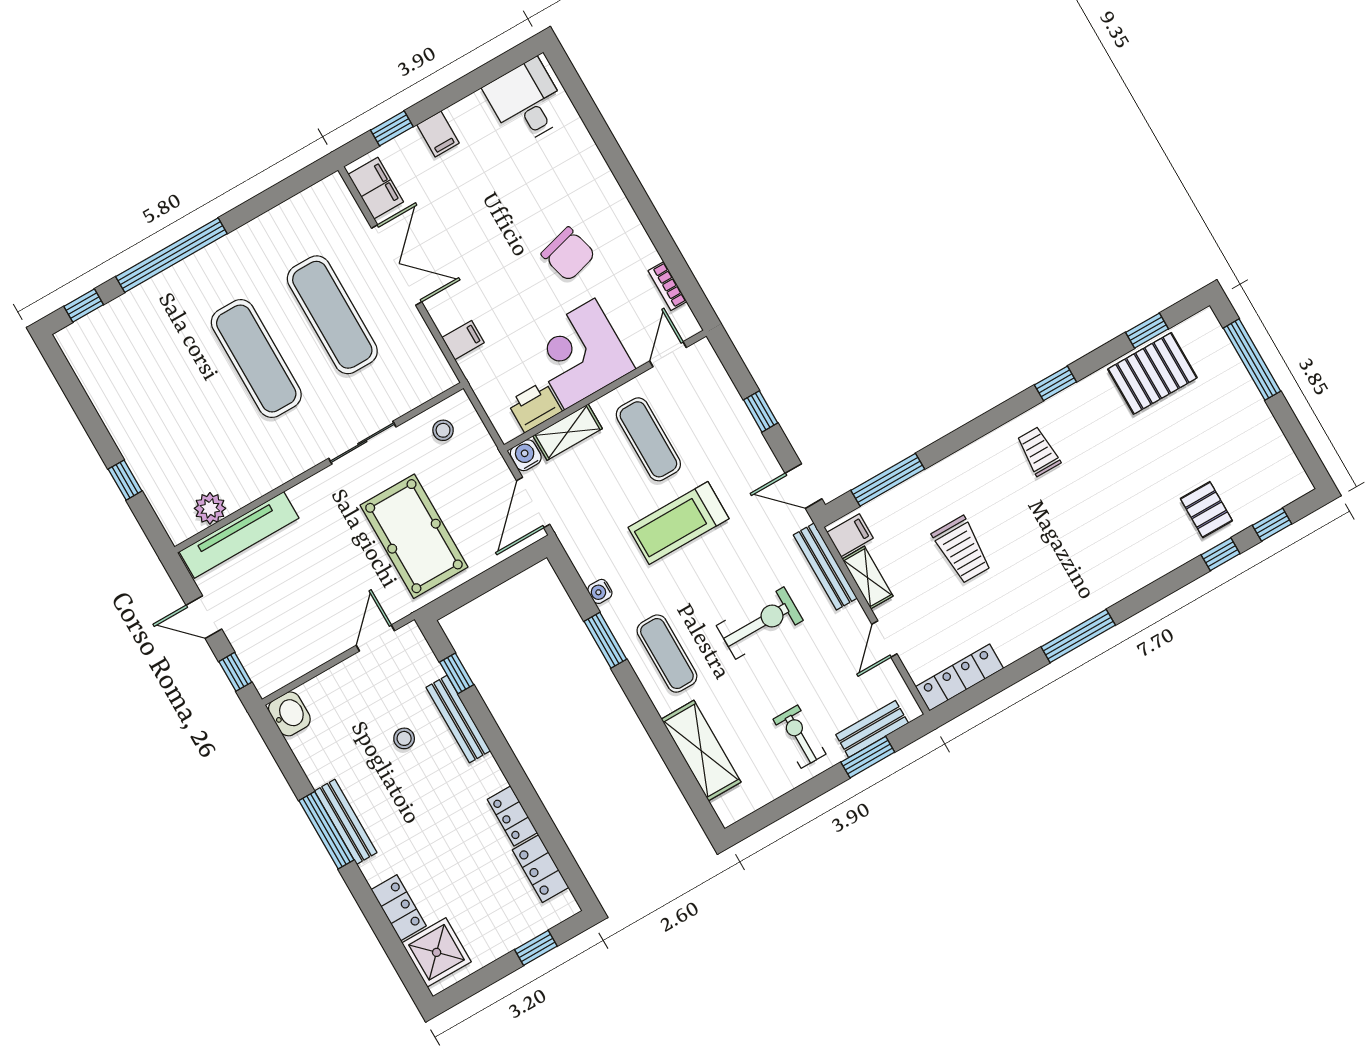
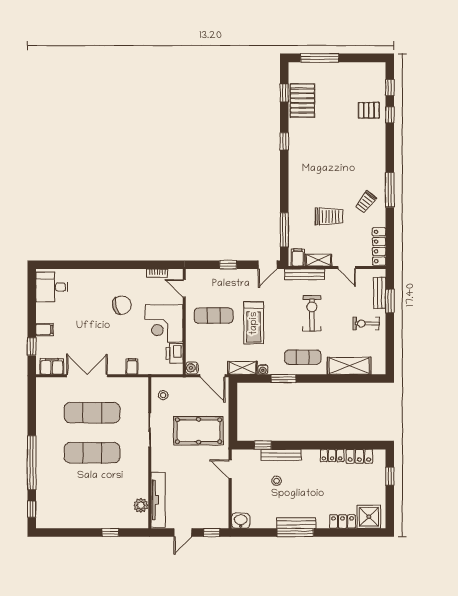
shelving: (568, 432) -> (242, 368), moved, turned 90
trolley: (1038, 451) -> (366, 202), moved, turned -52

